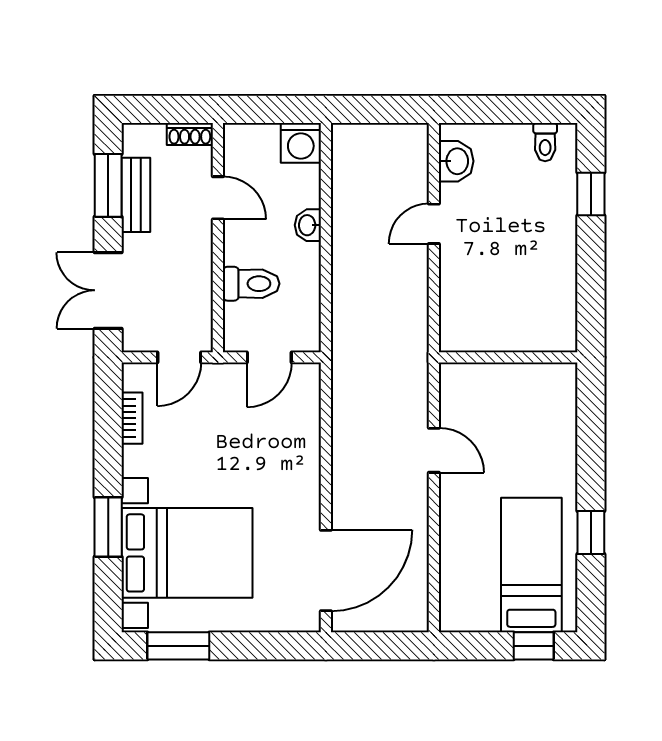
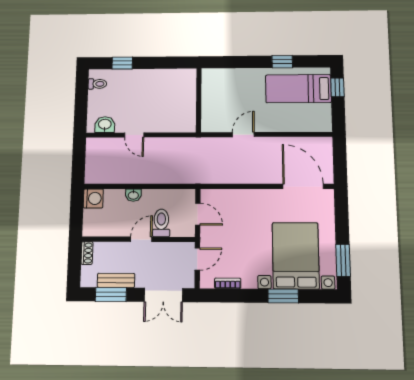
door: (218, 198) -> (141, 239), moved
door: (179, 357) -> (197, 259), hinge flipped

